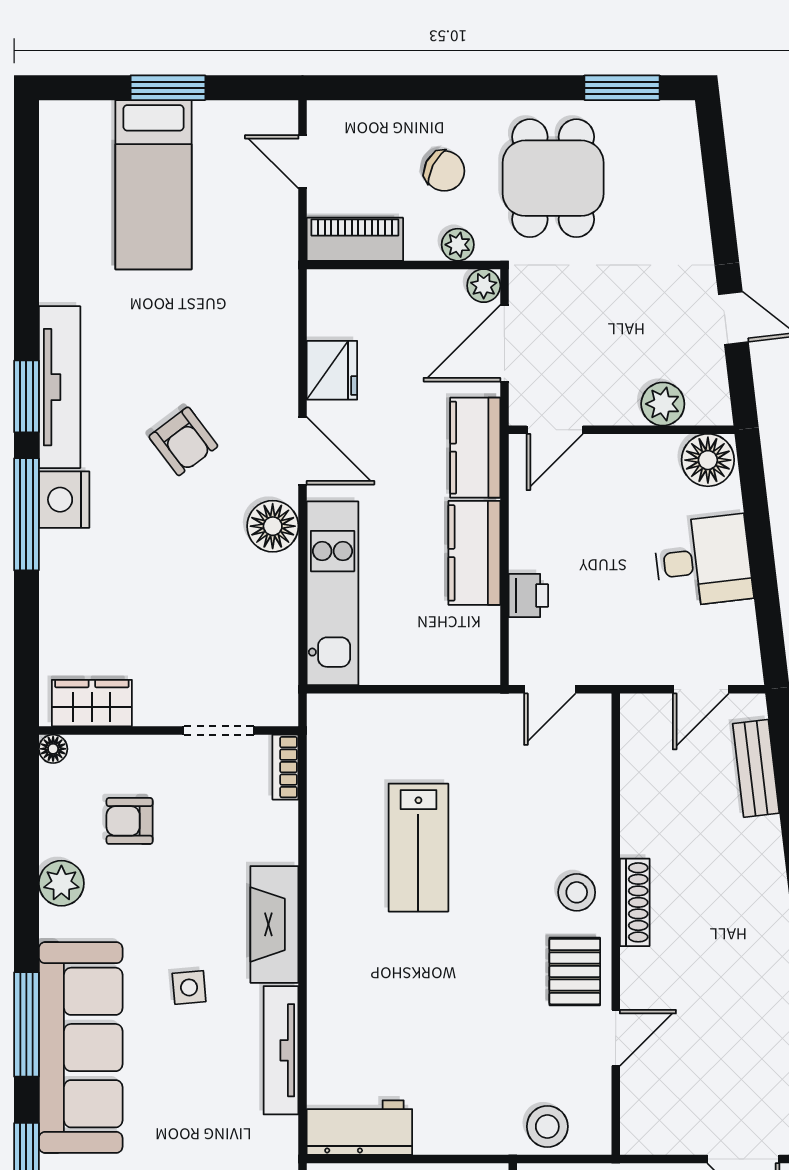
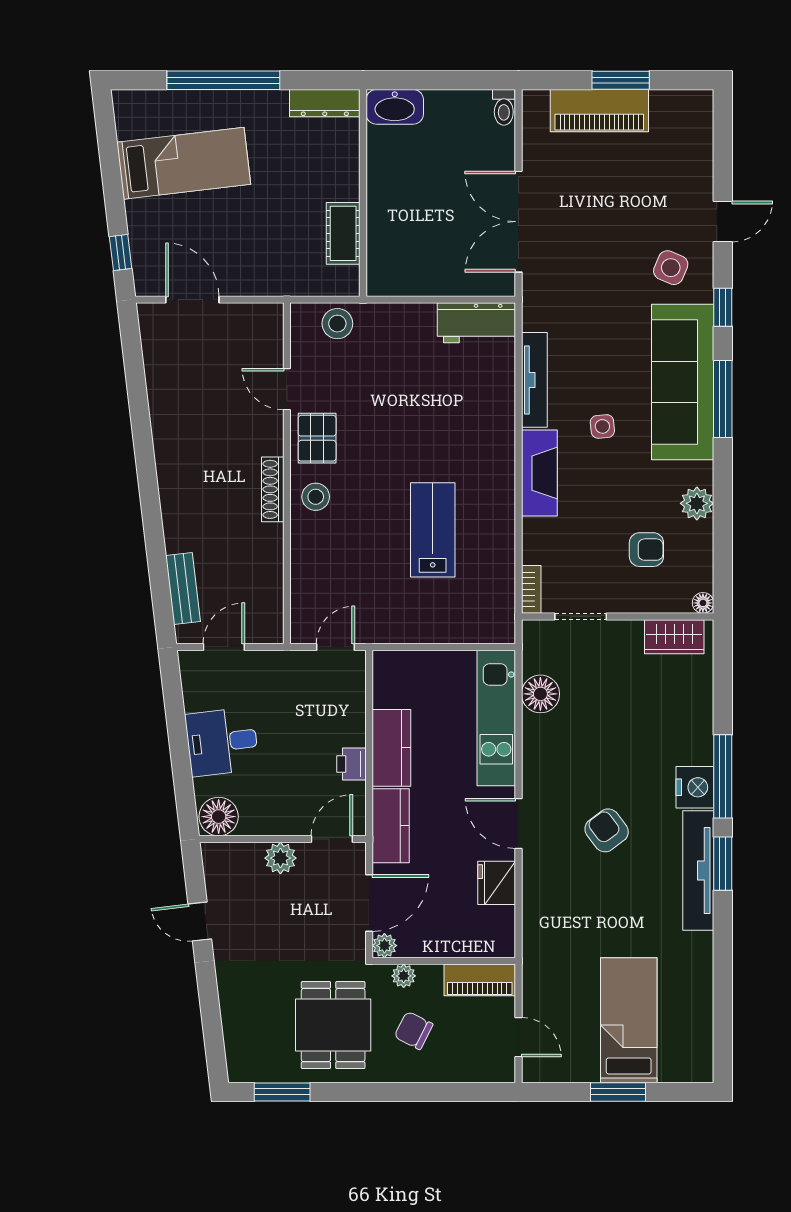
plant: (663, 404) -> (280, 858), moved
floor lamp: (273, 526) -> (540, 694), moved
printer: (528, 595) -> (351, 764), moved
door: (616, 1038) -> (287, 389), hinge flipped

